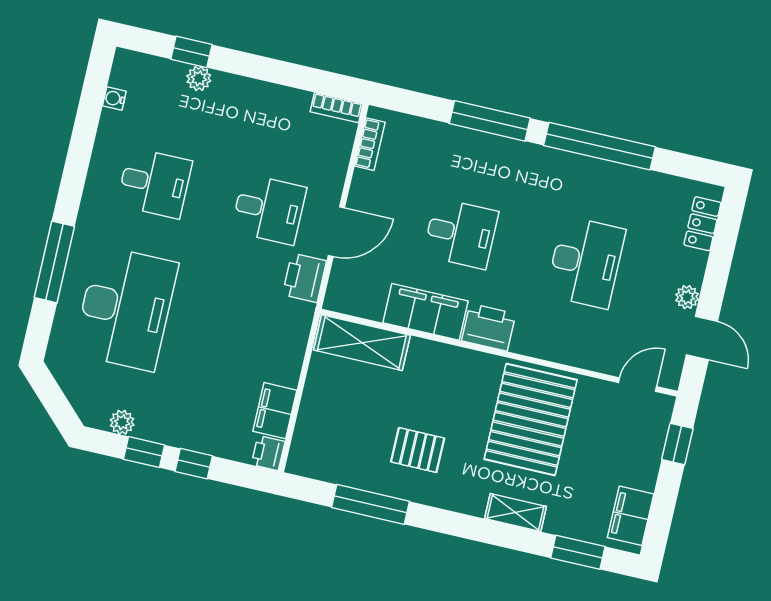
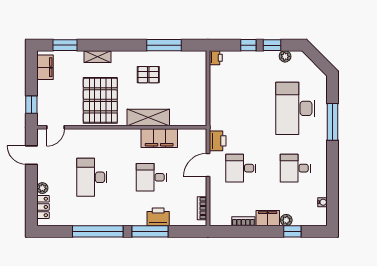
bookcase: (337, 108) -> (243, 221), moved
plant: (687, 297) -> (42, 188), moved
printer: (489, 327) -> (158, 217), moved, turned 180
shelving: (362, 343) -> (148, 117), moved
filing cabinet: (275, 411) -> (268, 218), moved, turned -90

